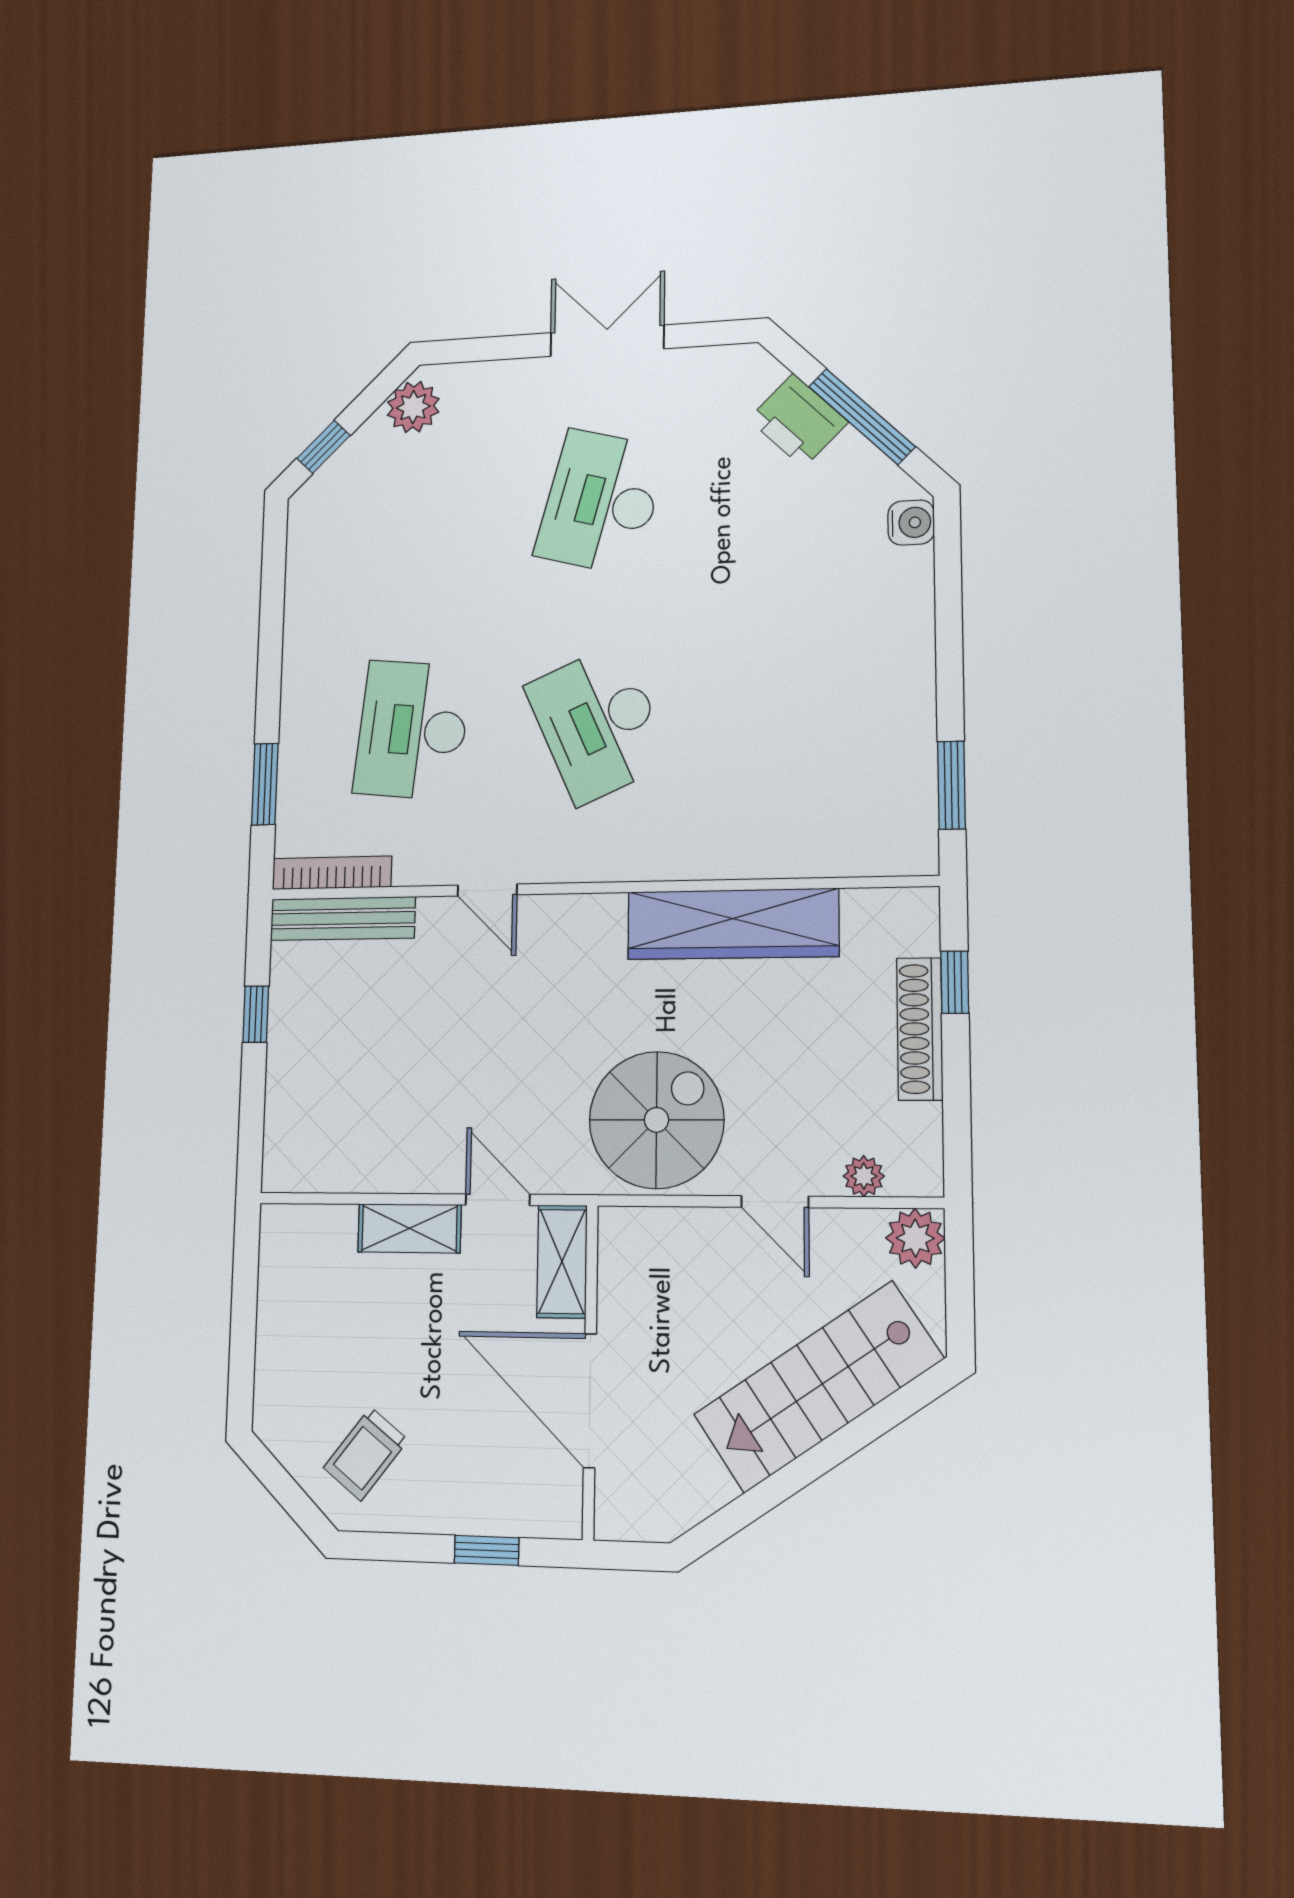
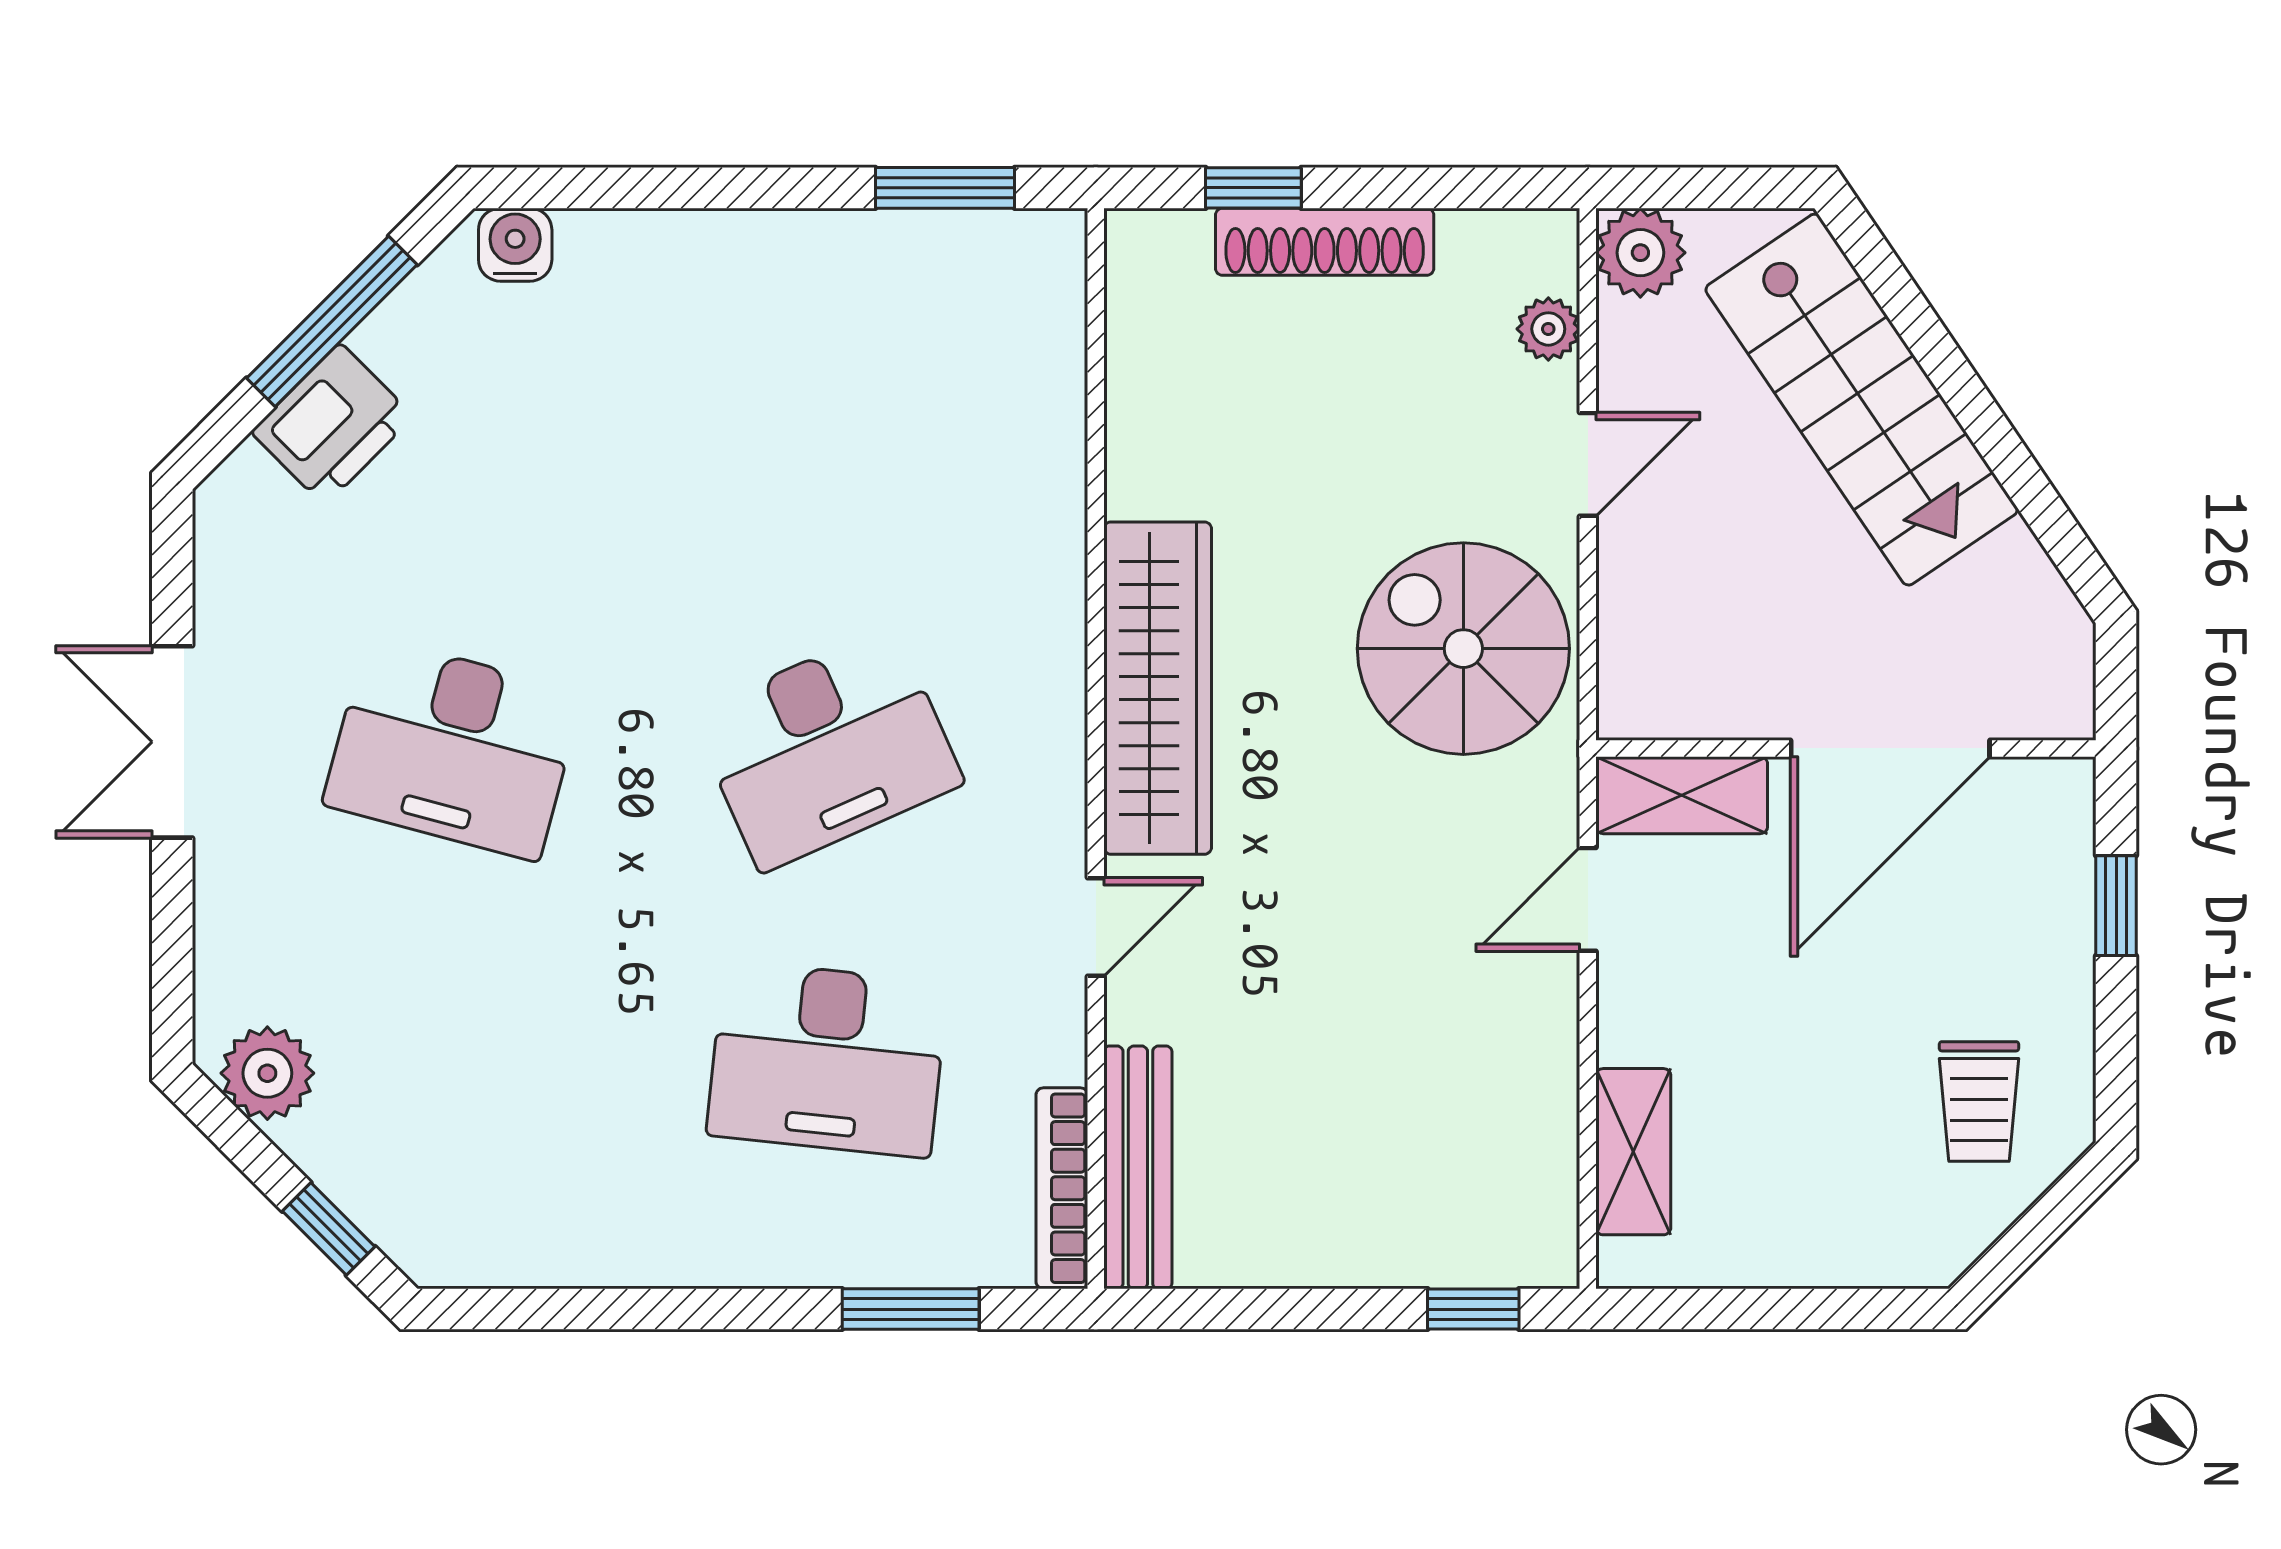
wardrobe: (733, 924) -> (1158, 688), moved
window: (256, 1014) -> (1473, 1309), moved
shelving: (409, 1228) -> (1633, 1152), moved
trolley: (366, 1454) -> (1979, 1101), turned 52

